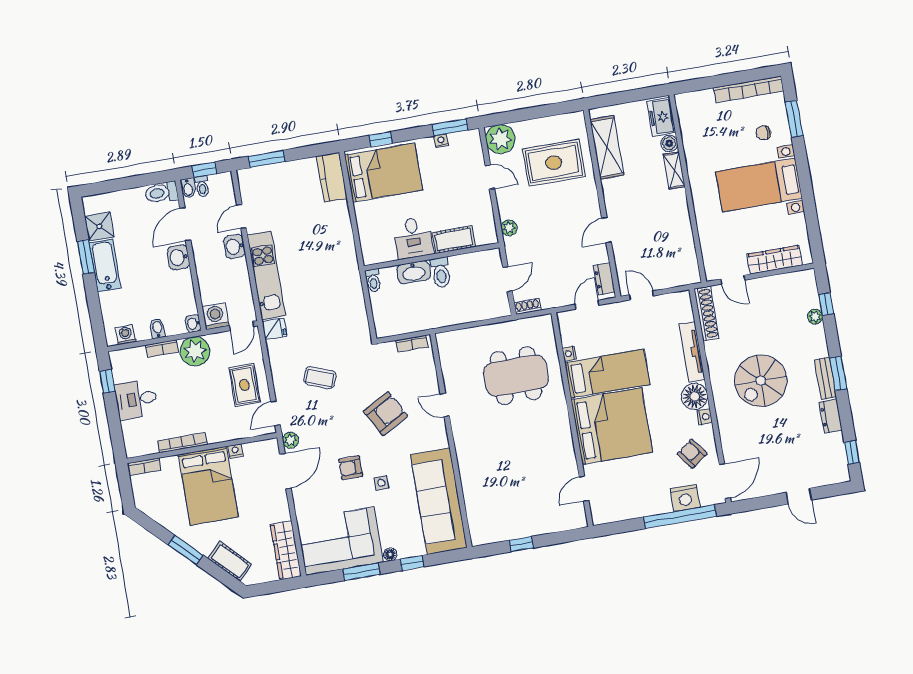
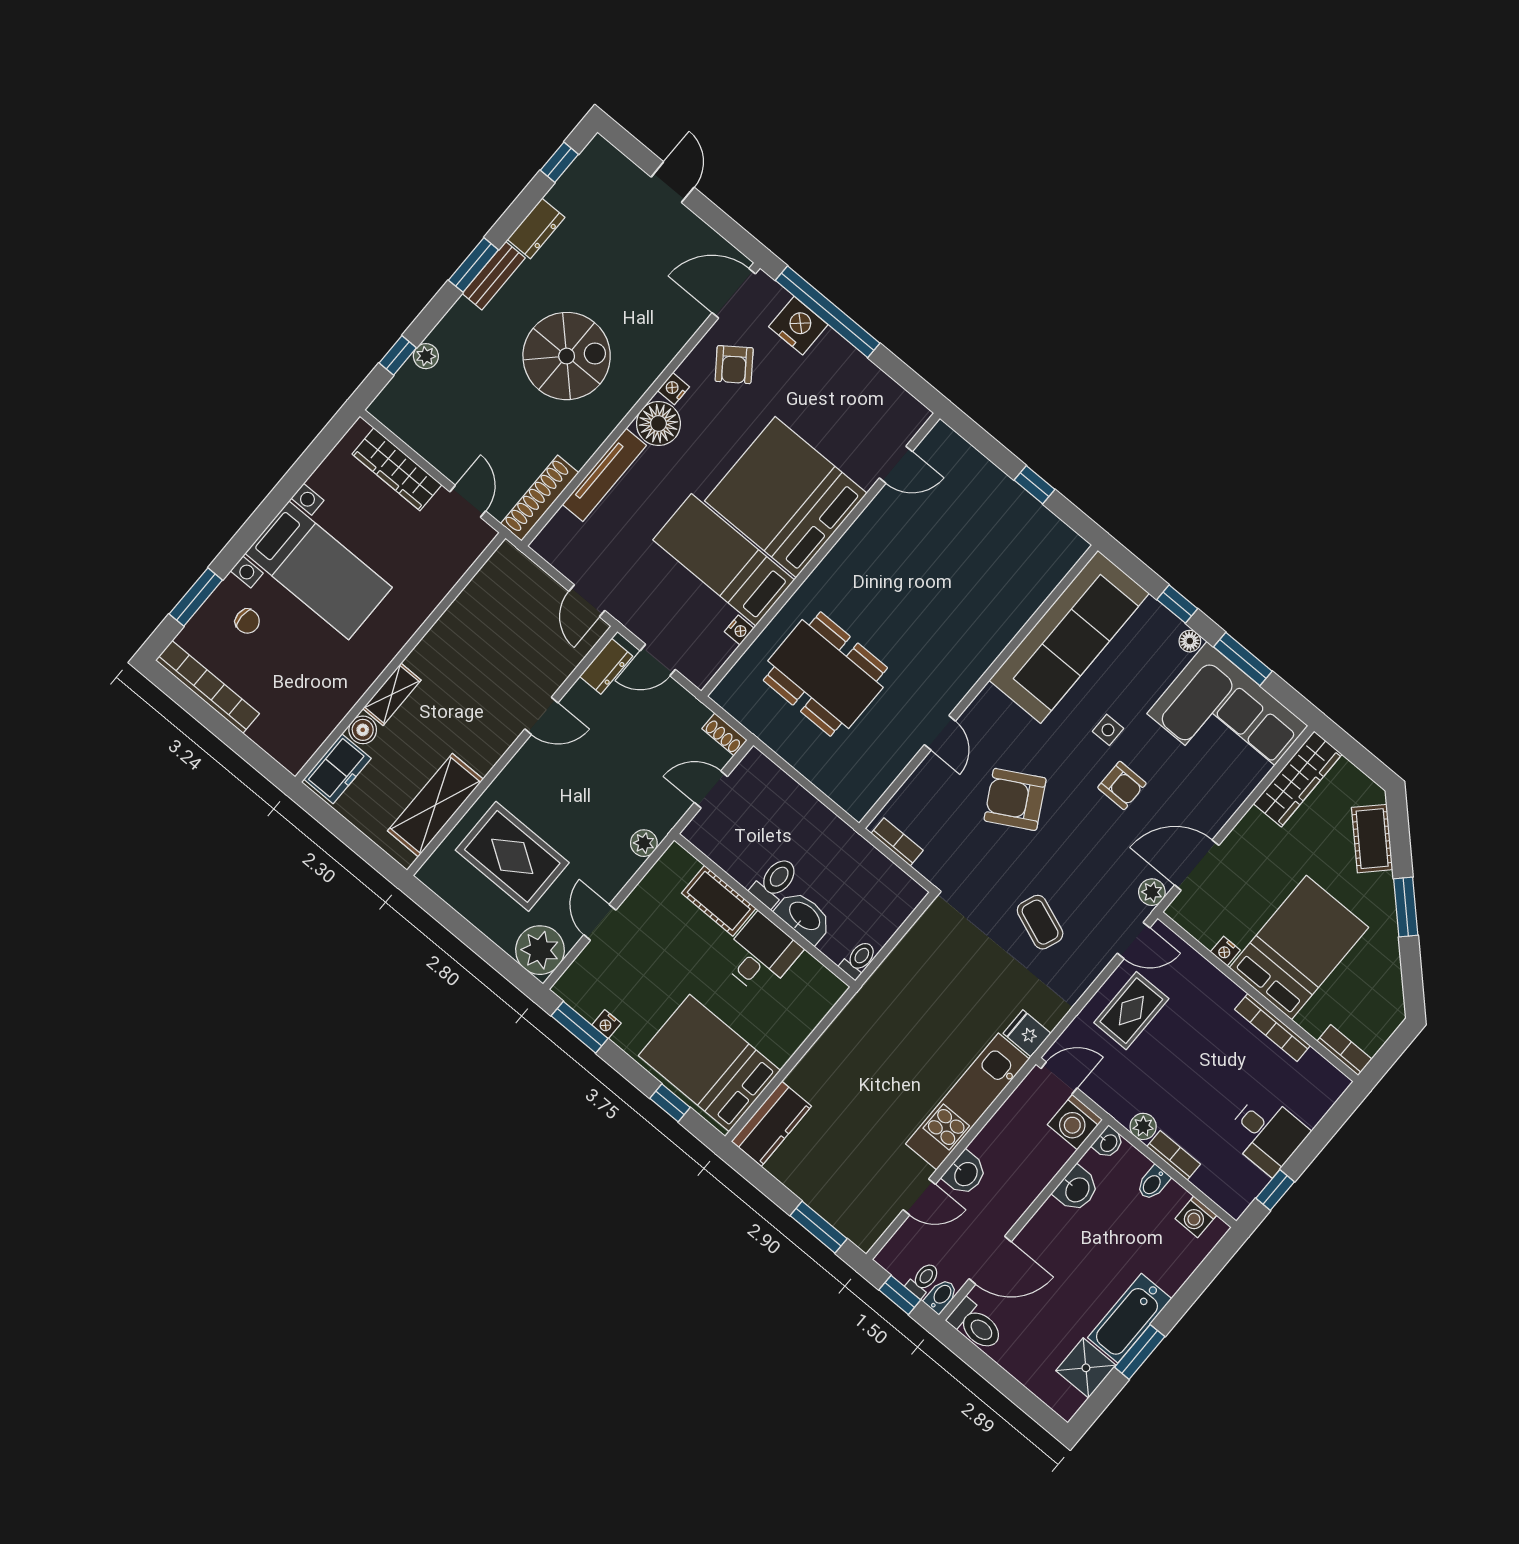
washbasin: (178, 257) -> (1077, 1189), moved
plant: (195, 351) -> (1143, 1126), width x0.53, depth x0.53

